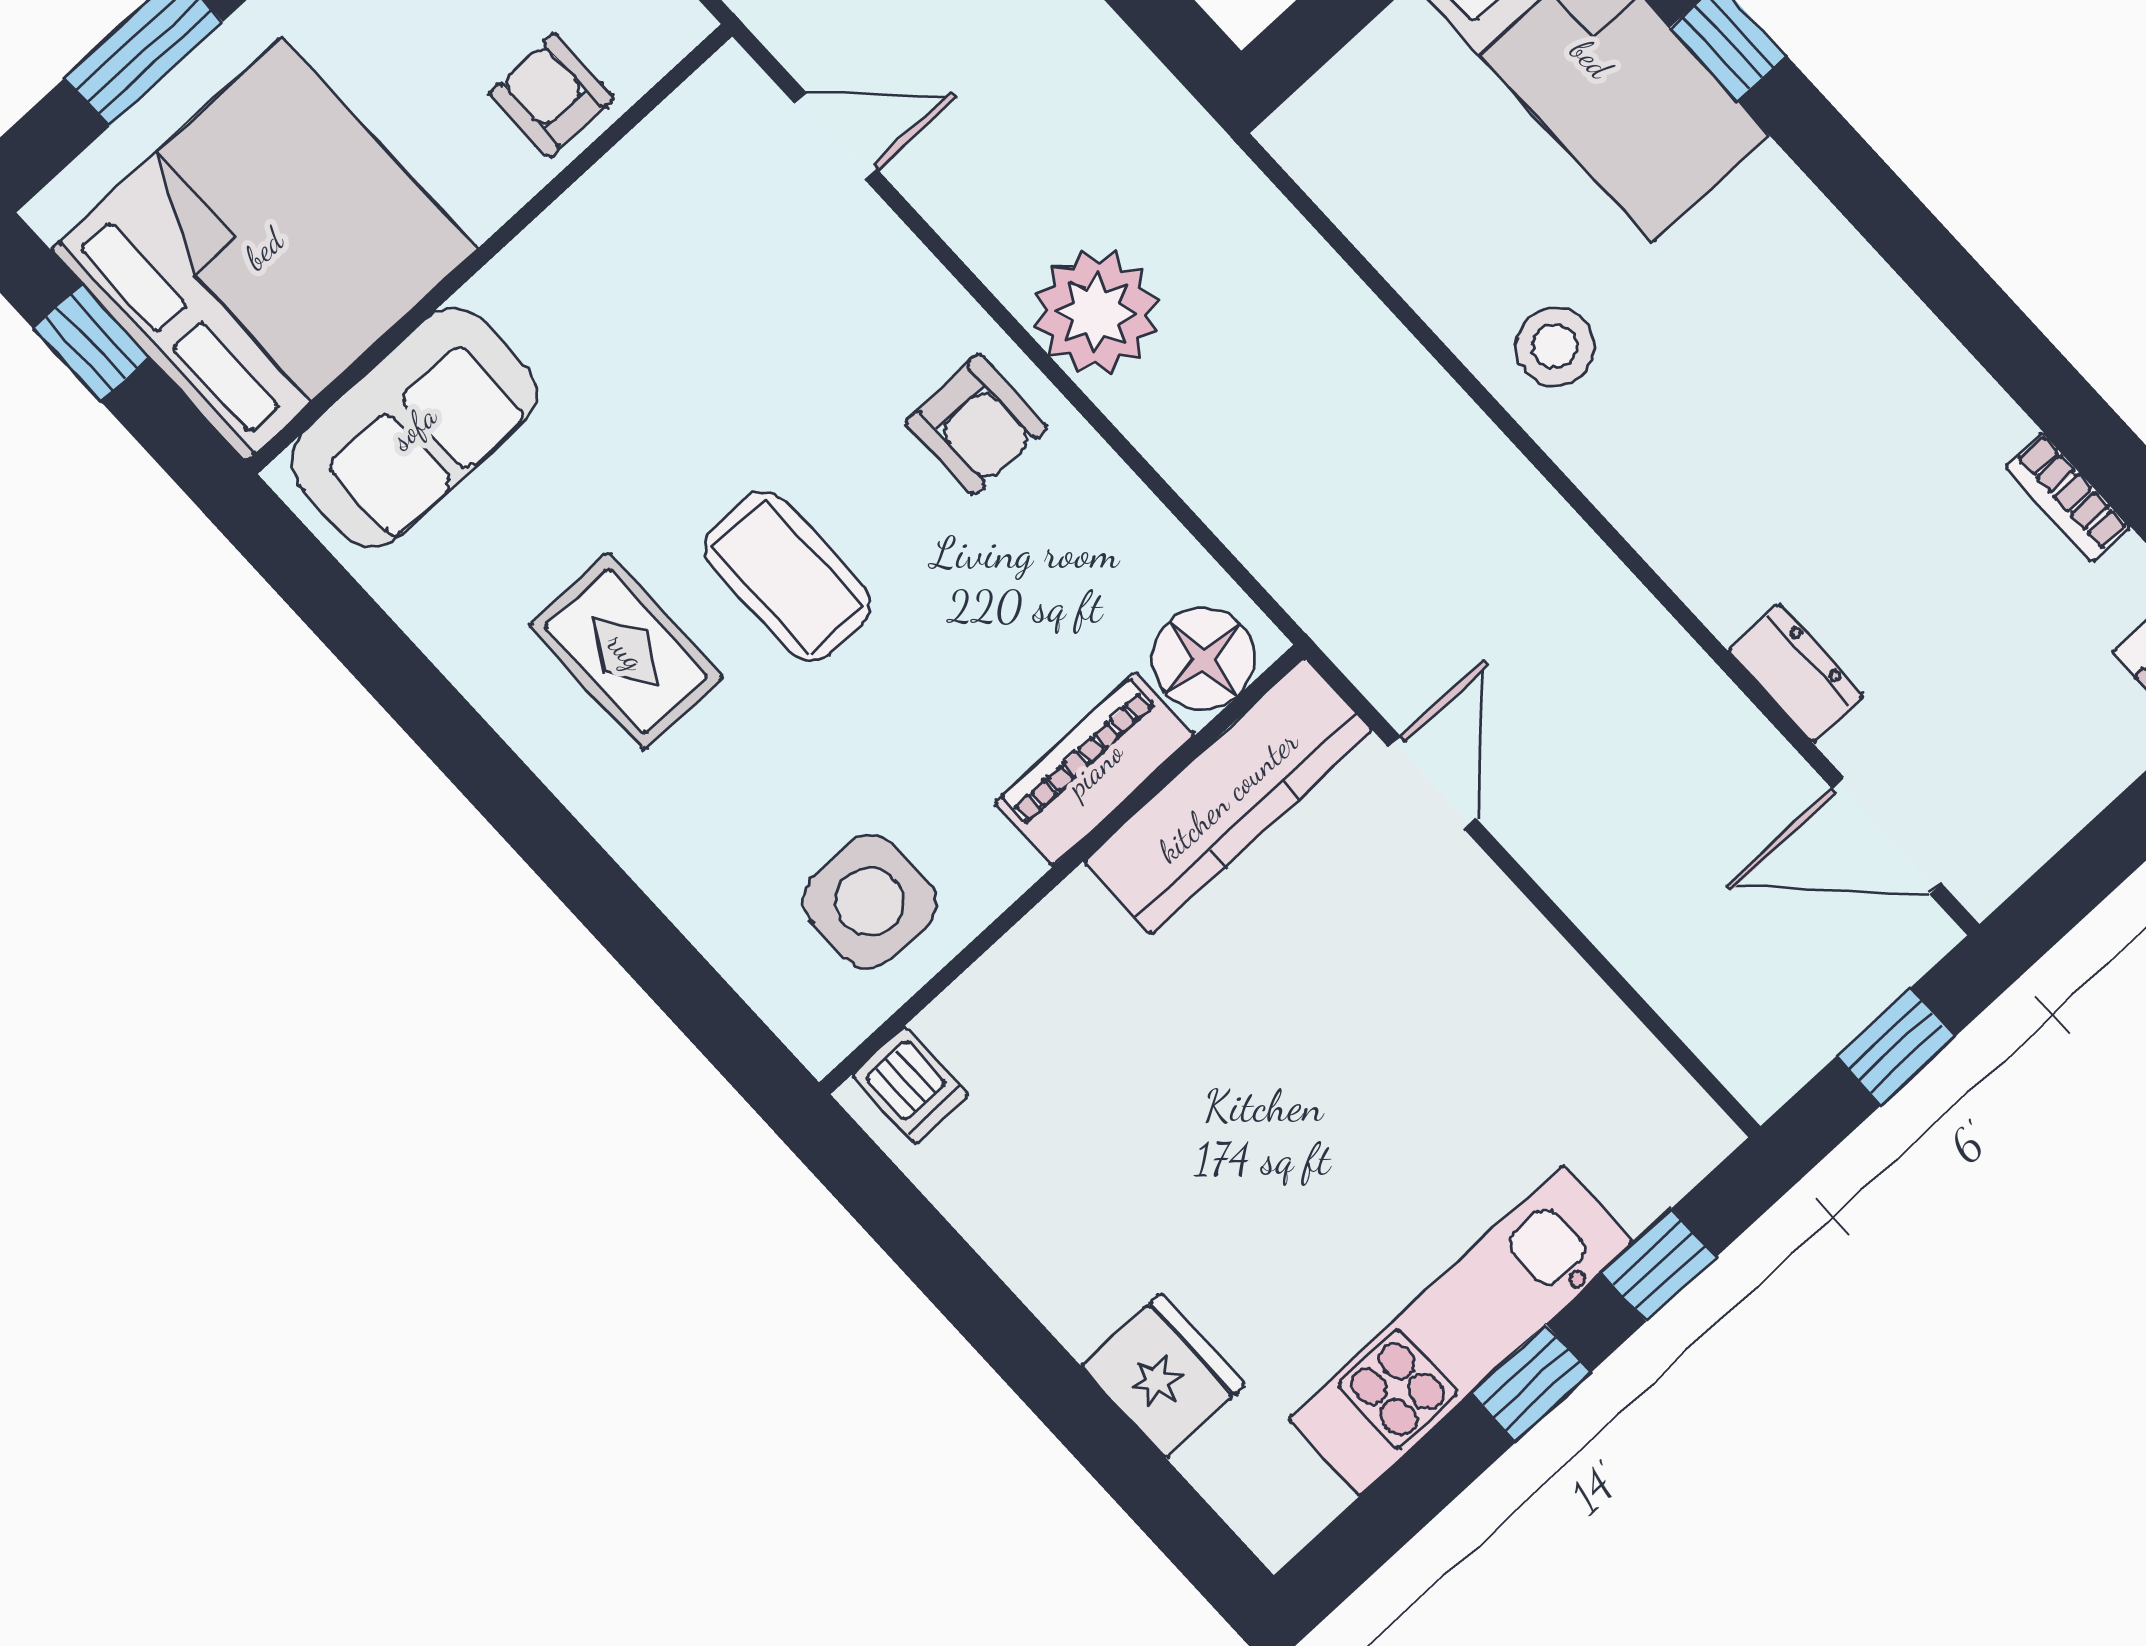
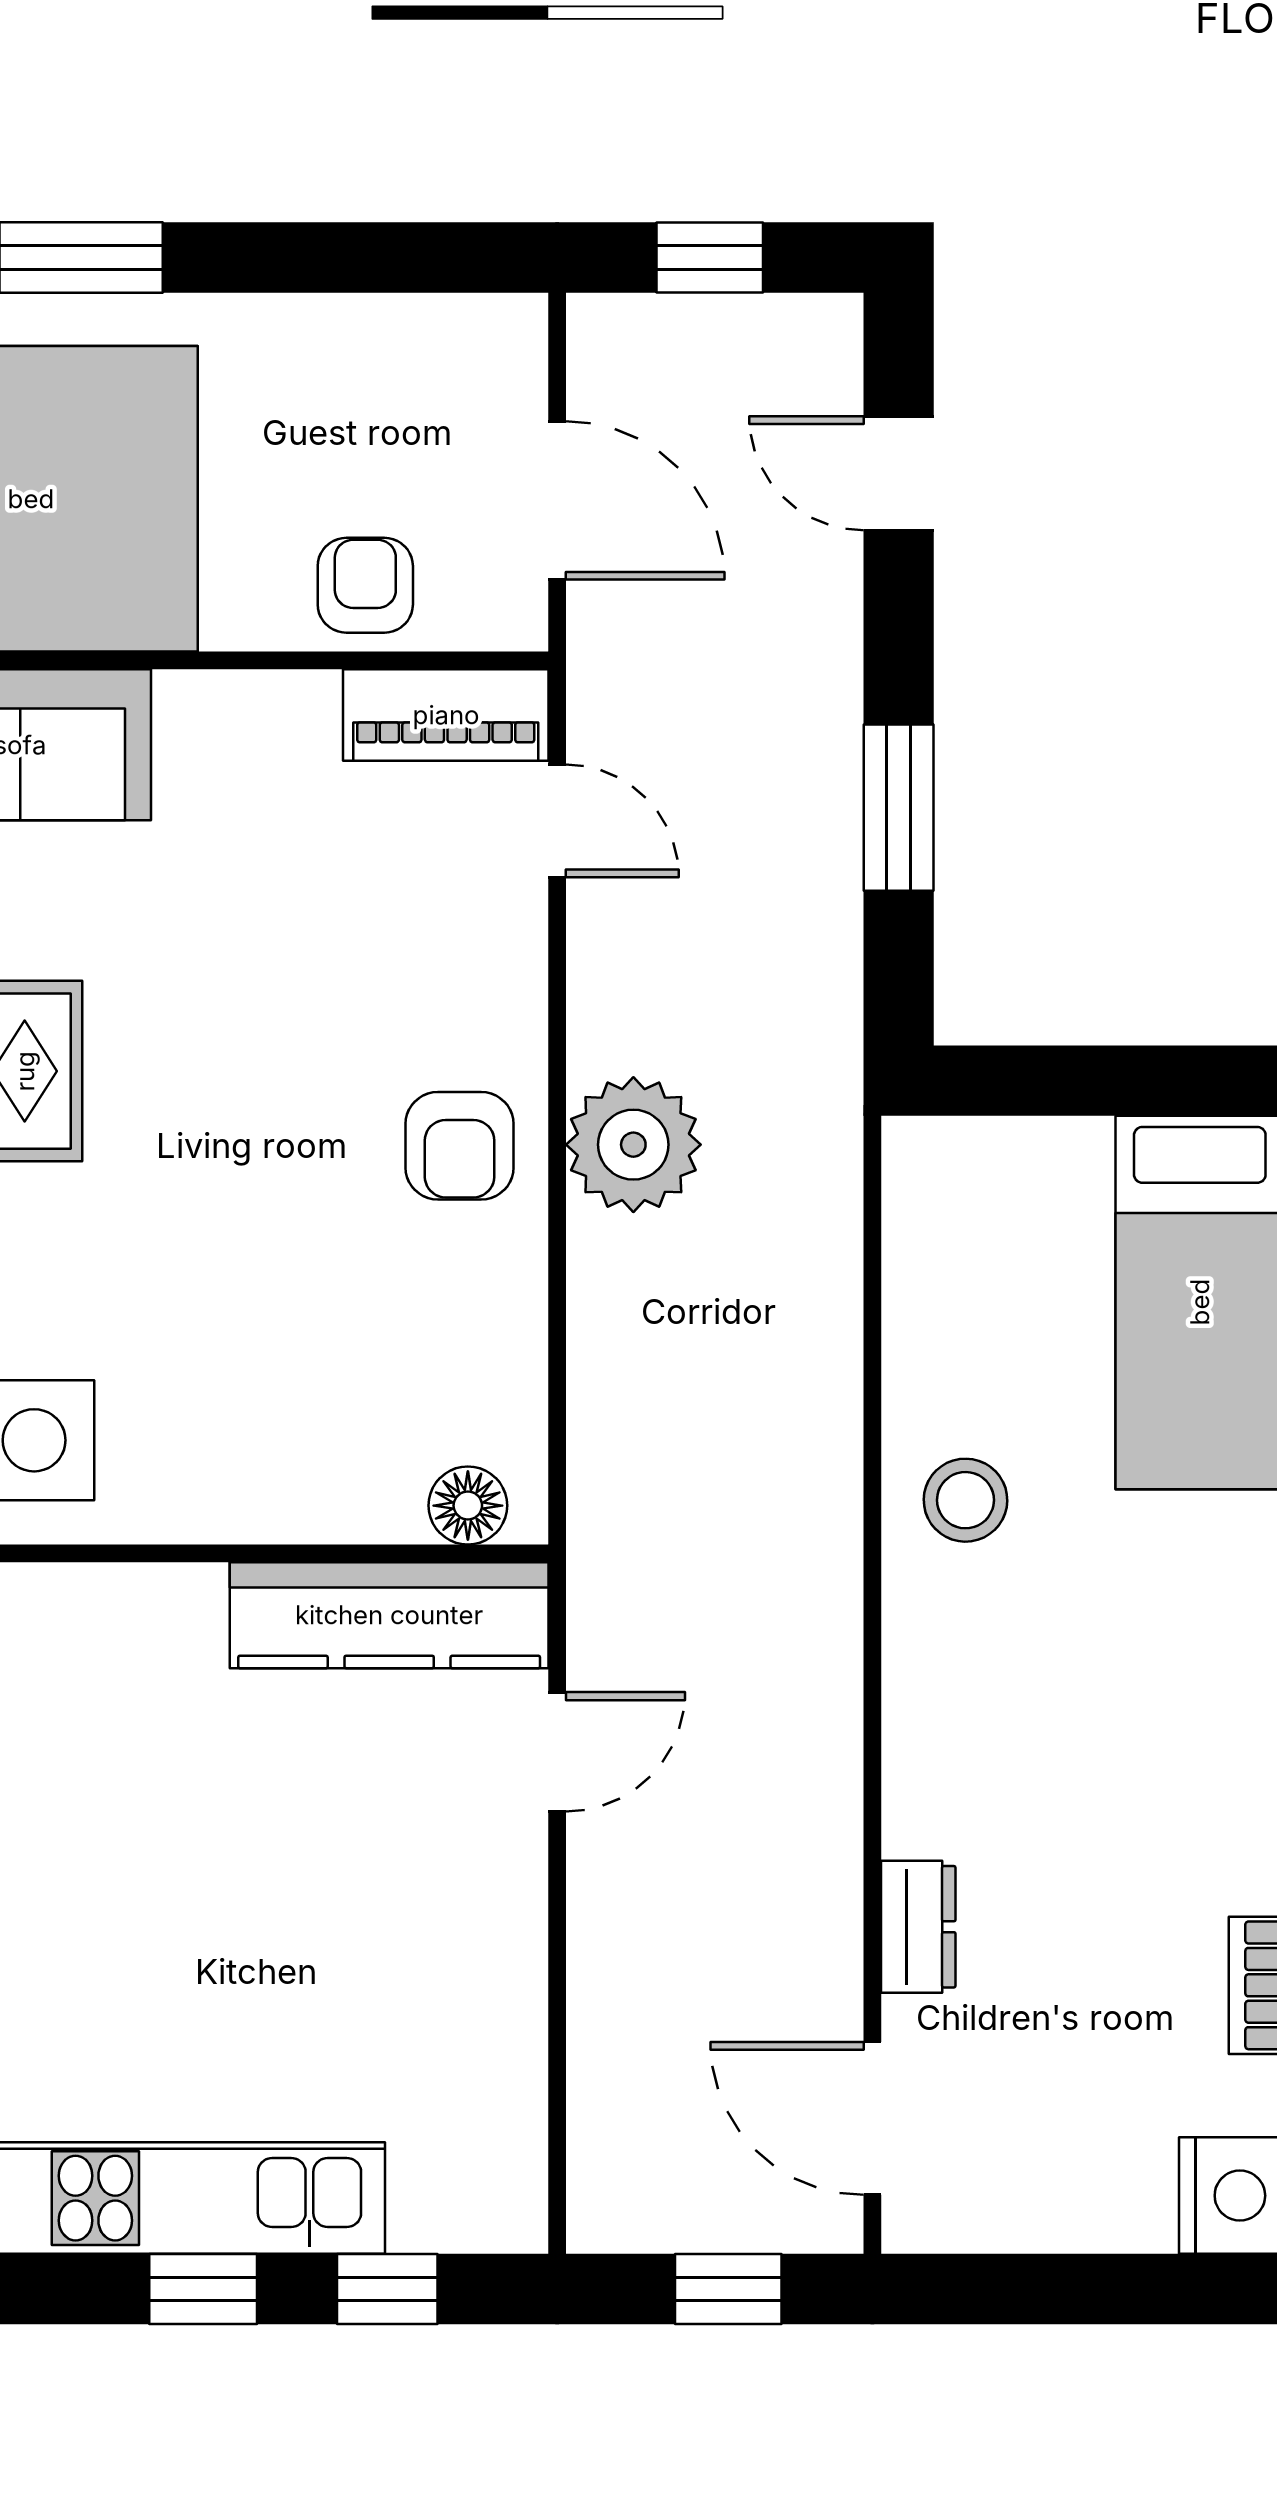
coffee table: (788, 576) -> (204, 1129), removed
floor lamp: (1203, 659) -> (468, 1506), width x0.73, depth x0.73
piano: (1095, 769) -> (446, 715), moved, turned 180

